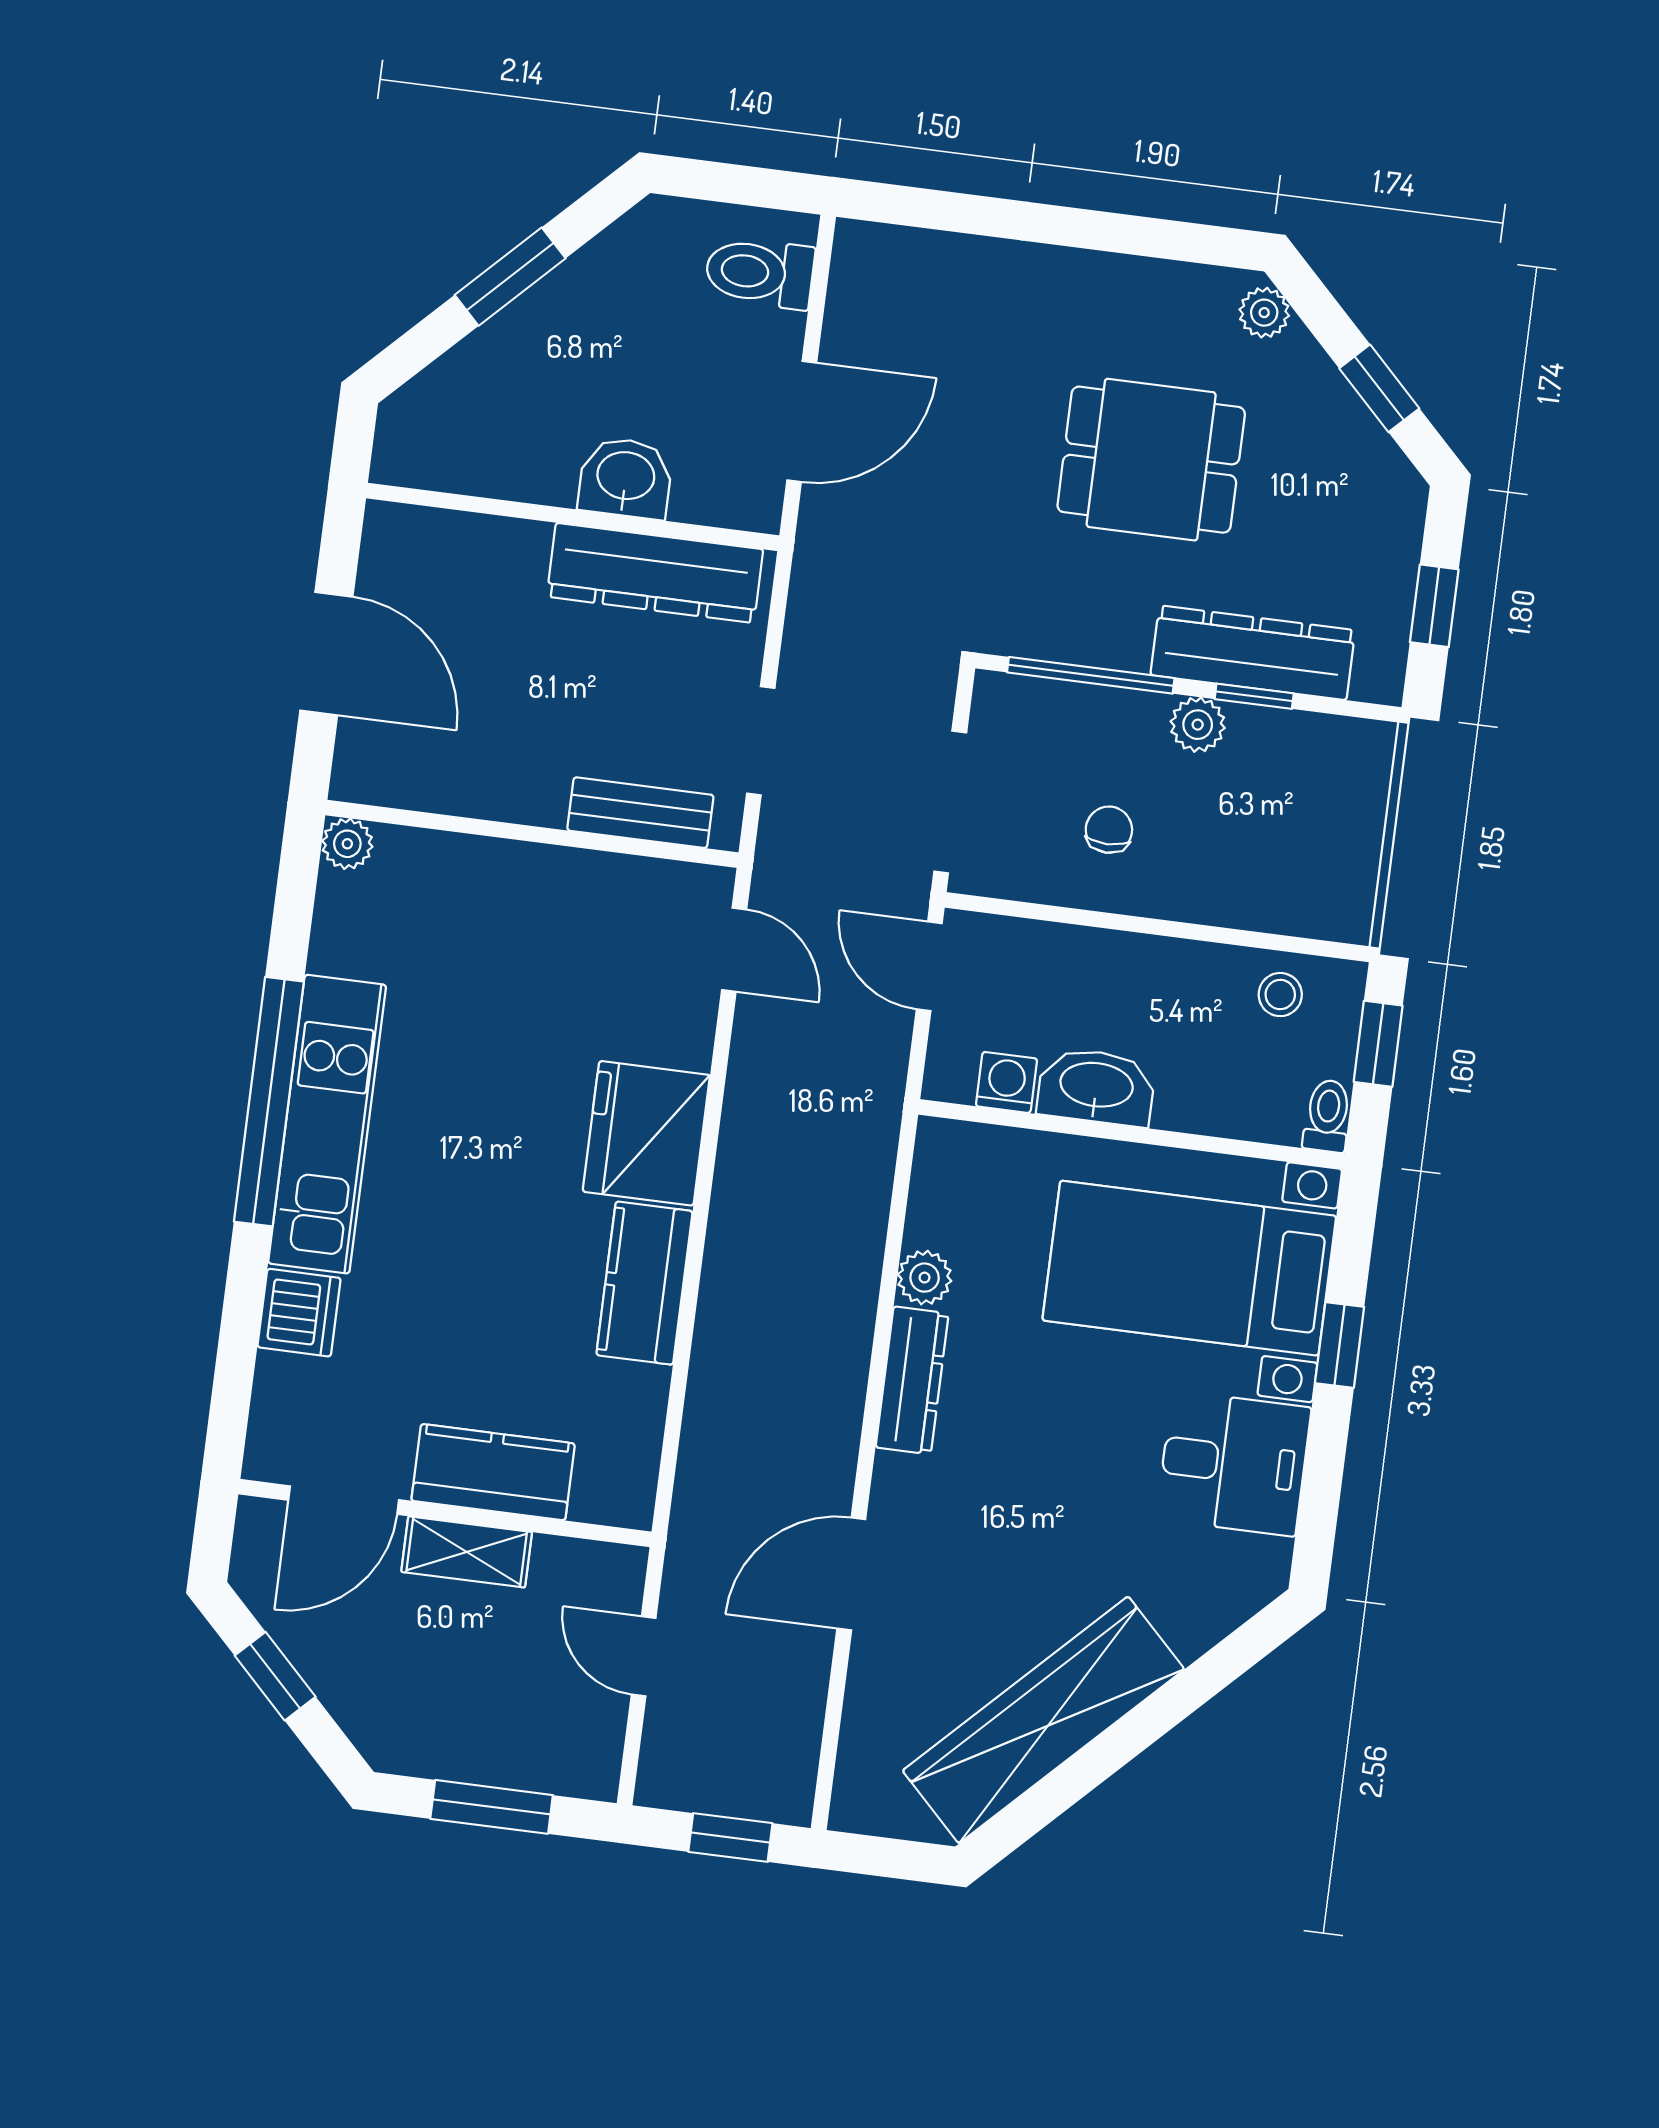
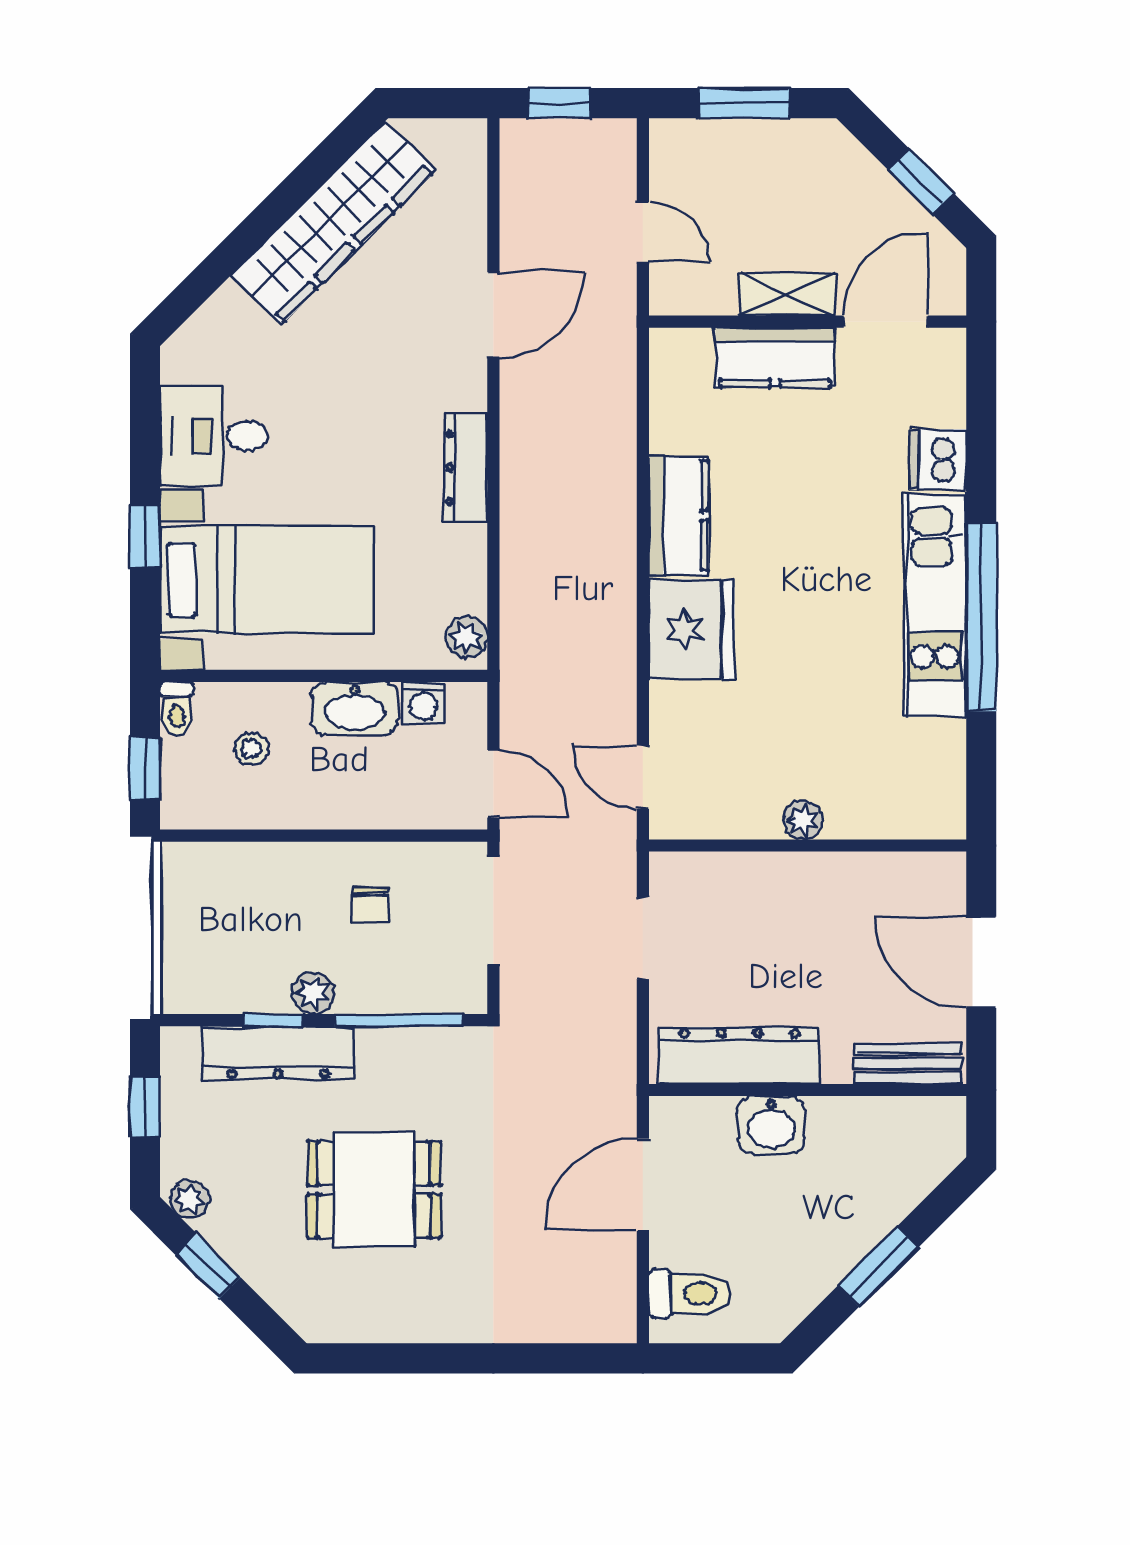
plant: (1264, 313) -> (190, 1199), moved
bench: (640, 813) -> (908, 1063), moved
plant: (347, 844) -> (803, 820), moved
stool: (1280, 995) -> (252, 749), moved
plant: (925, 1278) -> (467, 637), moved

